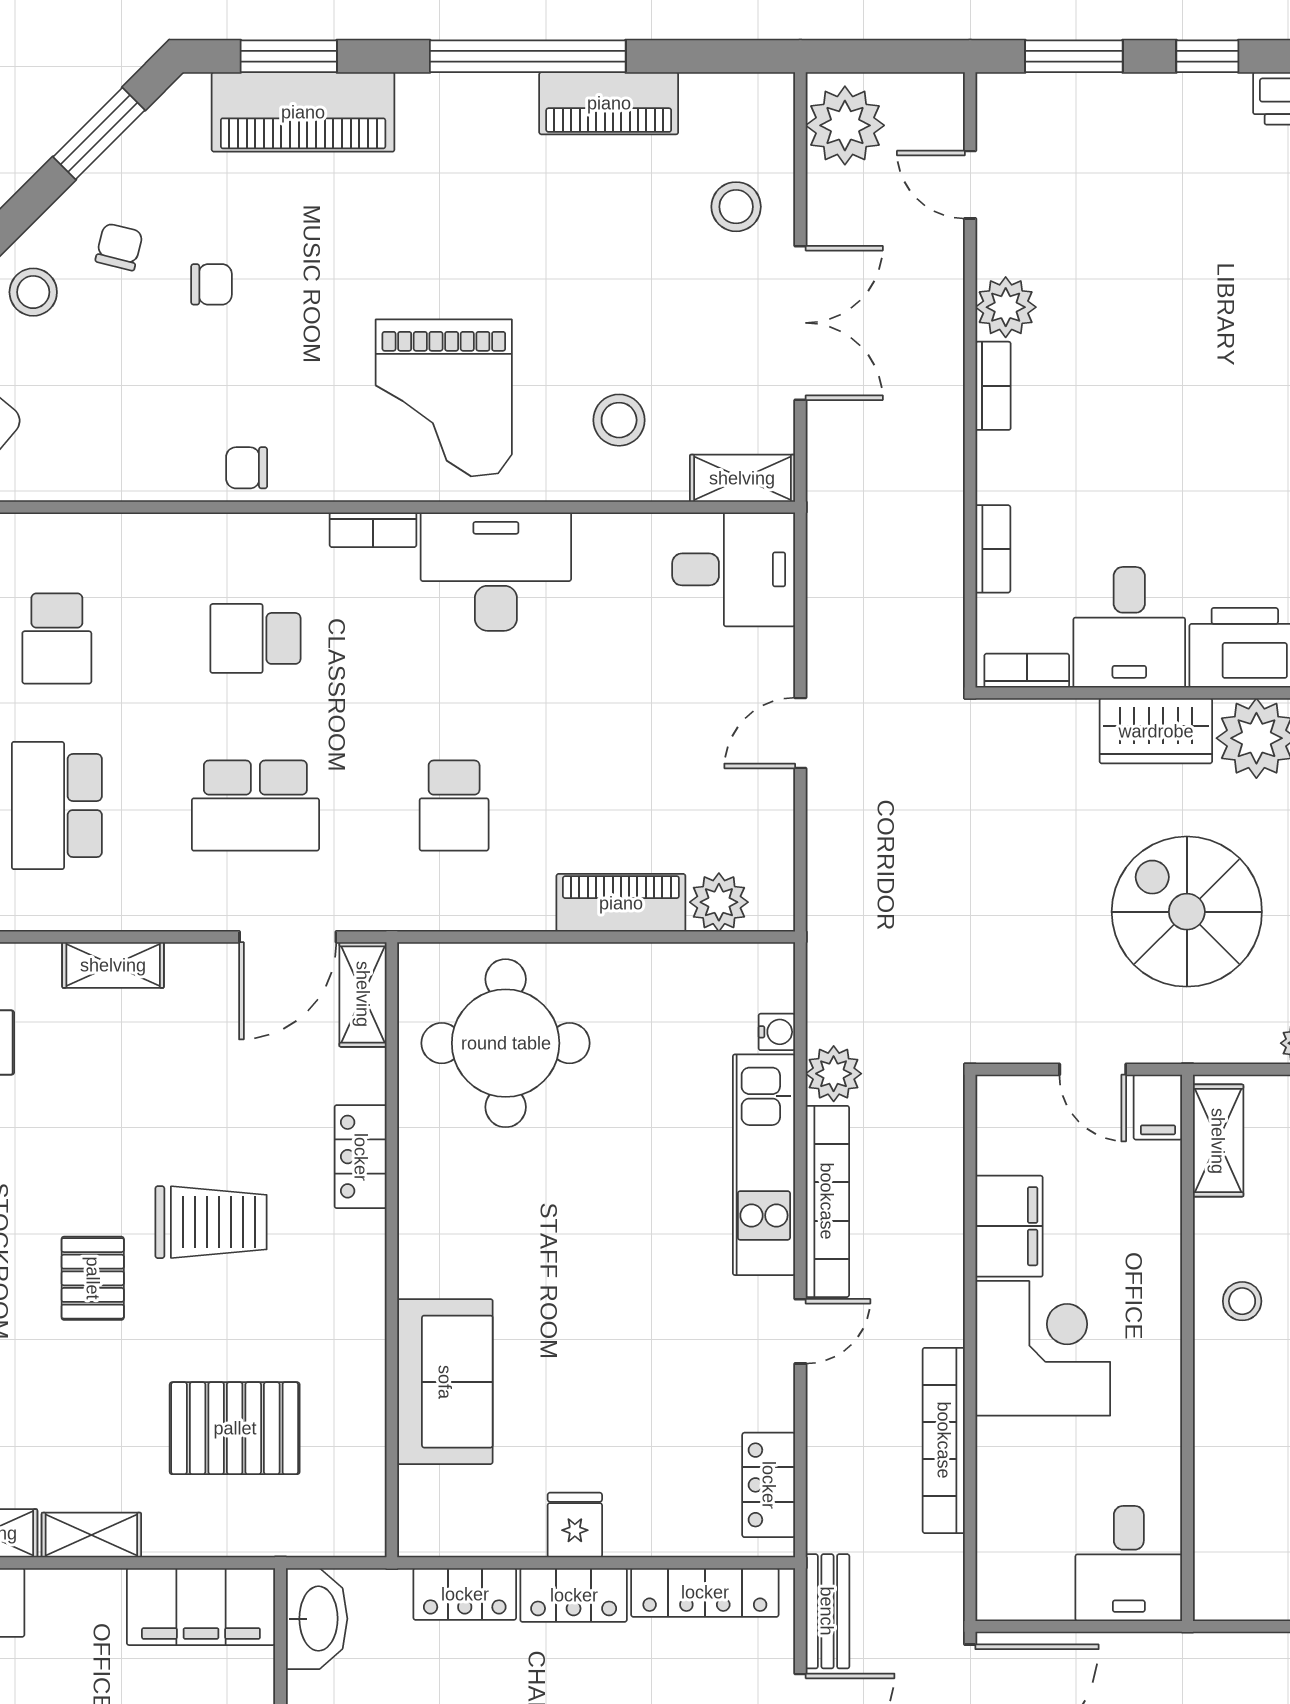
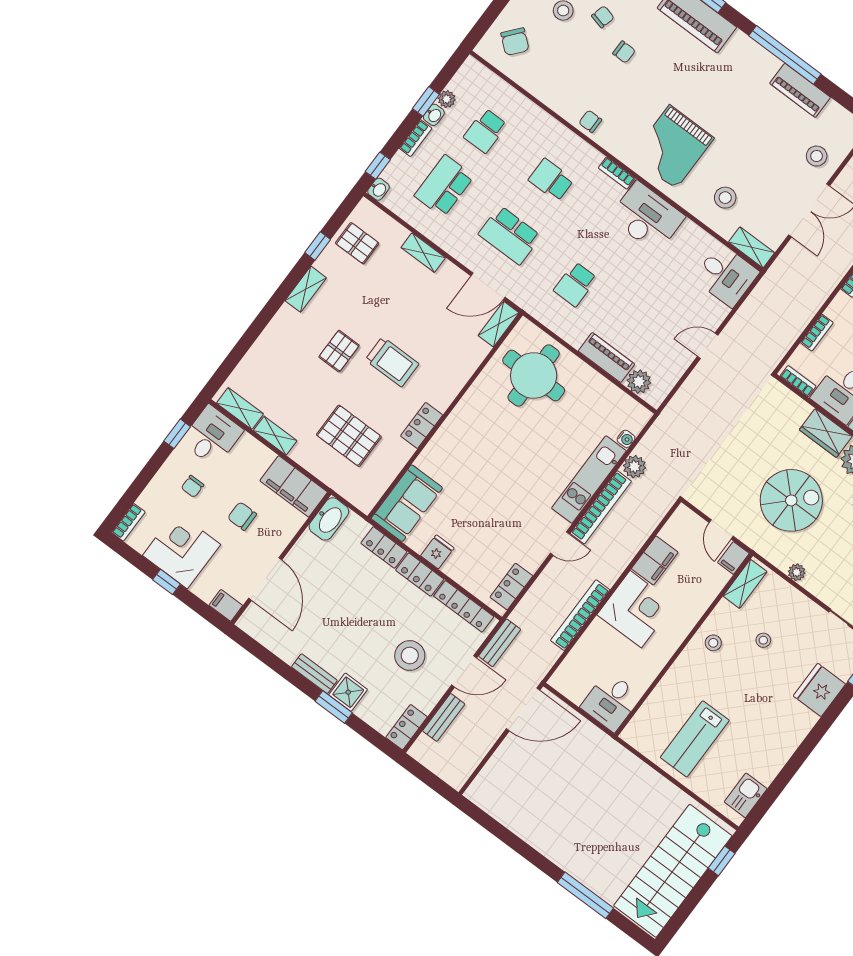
spiral stairs: (1187, 912) -> (791, 500), turned 90
locker: (361, 1157) -> (422, 425), moved
sofa: (445, 1382) -> (407, 503), moved

